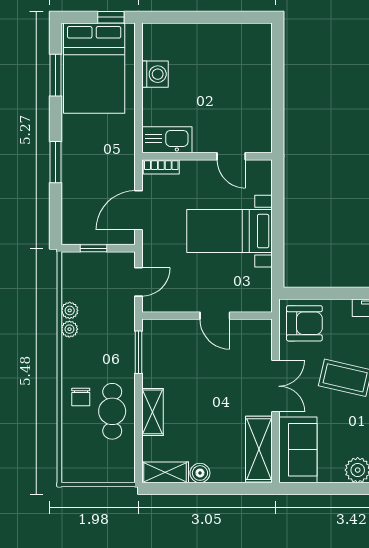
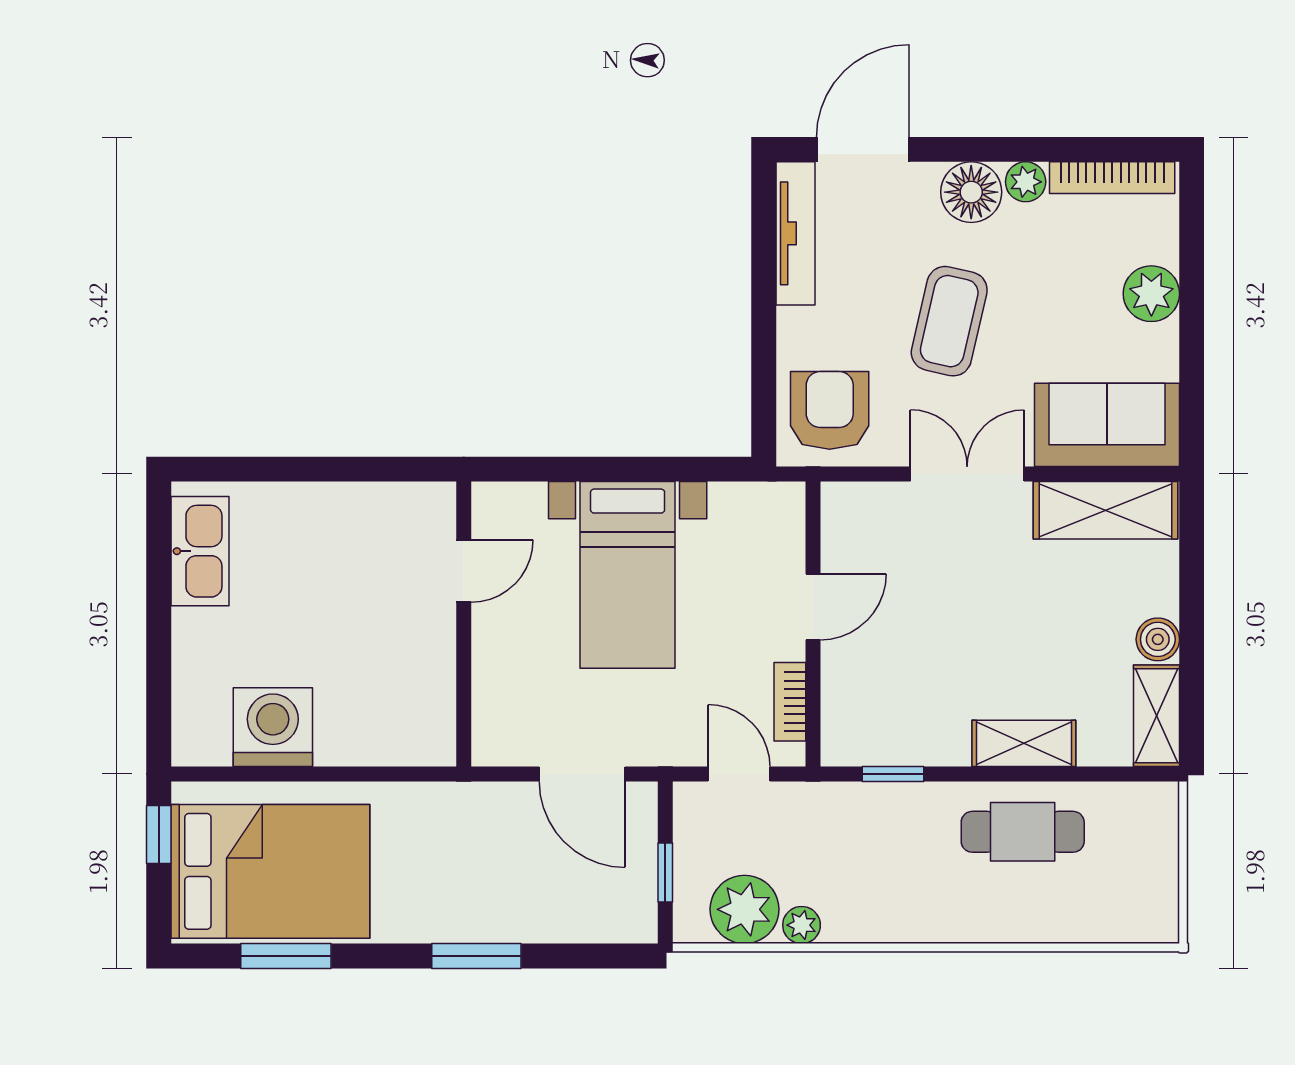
washing machine: (155, 74) -> (273, 727), width x1.37, depth x1.37
kitchen sink: (167, 140) -> (200, 551), moved, turned 180
bookcase: (161, 167) -> (790, 702), moved, turned 180
plant: (69, 329) -> (745, 909), moved, width x1.88, depth x1.88
window: (139, 352) -> (893, 774), width x0.67
chair: (81, 397) -> (991, 901), removed

